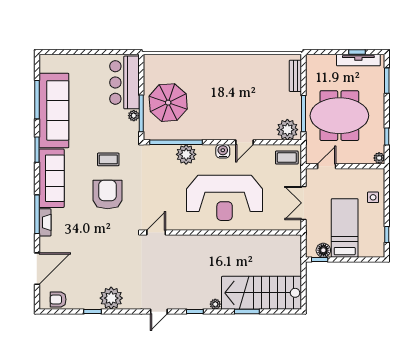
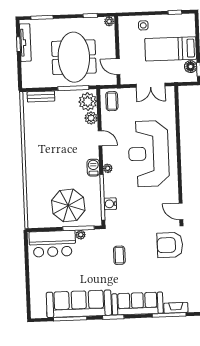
barbecue: (211, 133) -> (93, 168), added
plant: (268, 133) -> (91, 118), added
water cooler: (223, 151) -> (110, 204), moved
plant: (186, 154) -> (108, 168), moved, width x0.53, depth x0.53
armchair: (108, 195) -> (170, 245), moved
reception desk: (225, 198) -> (149, 154), turned 180

